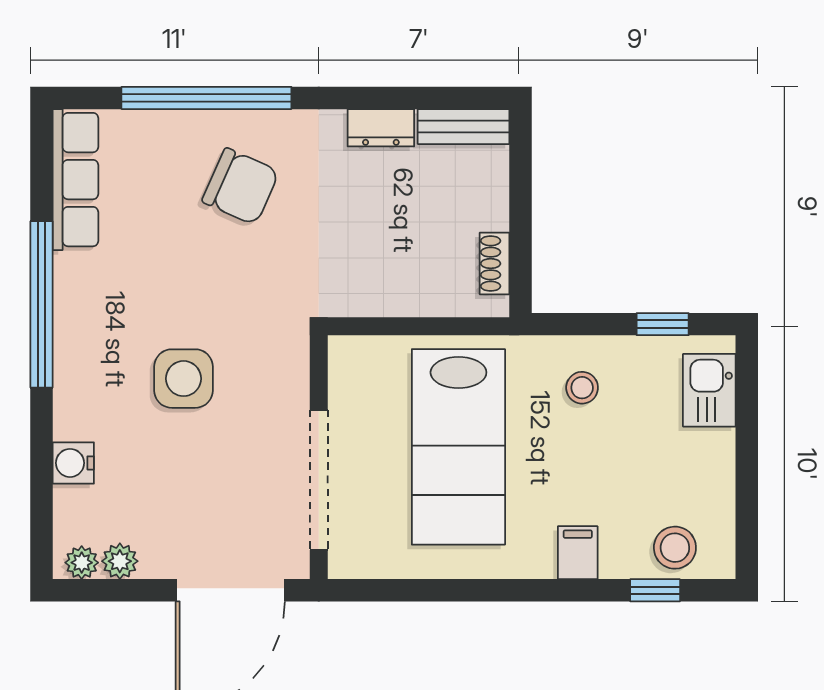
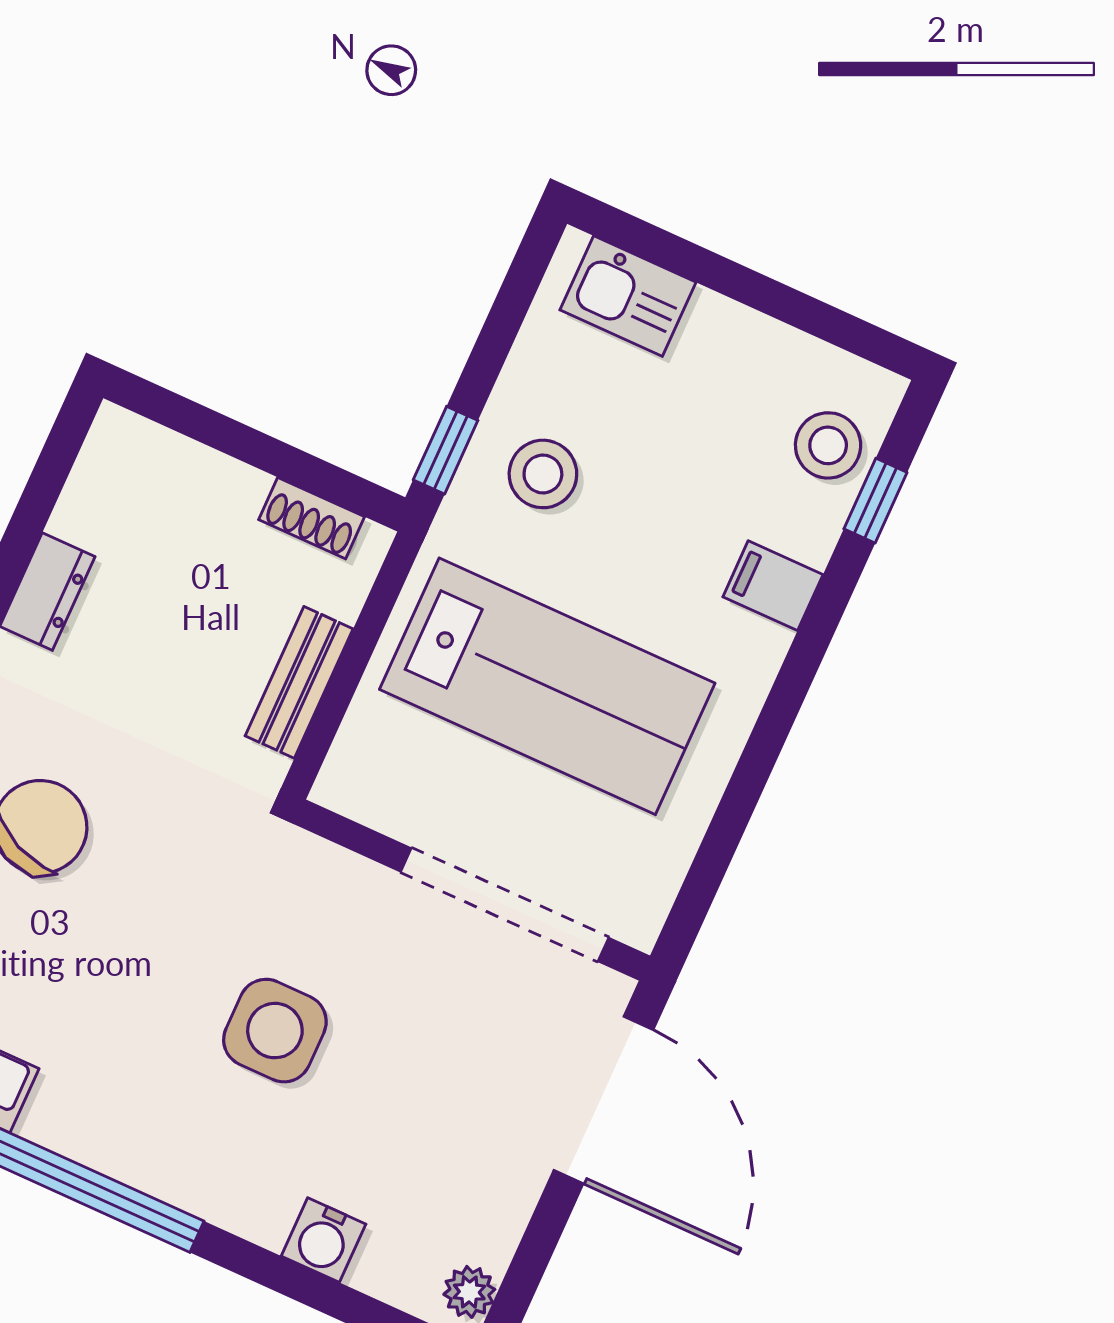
bench: (464, 127) -> (299, 682), moved
window: (663, 324) -> (446, 450), moved
stool: (582, 388) -> (543, 474), width x1.37, depth x1.37
plant: (120, 561) -> (492, 1237), removed

